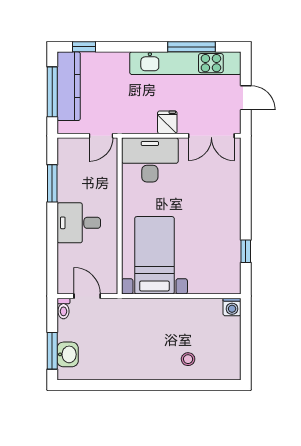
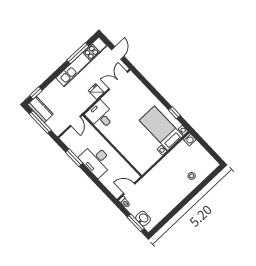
kitchen counter: (69, 86) -> (40, 109), width x0.67
door: (246, 98) -> (118, 53), hinge flipped
double door: (211, 136) -> (118, 80), swing flipped
desk: (150, 160) -> (100, 115), width x0.73
desk: (79, 223) -> (96, 160), width x1.37
bed with nightstands: (154, 255) -> (161, 128), moved

